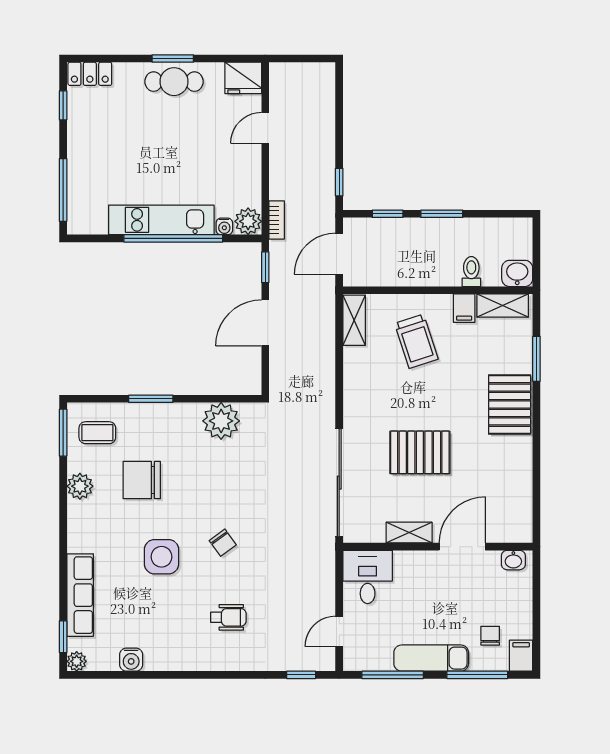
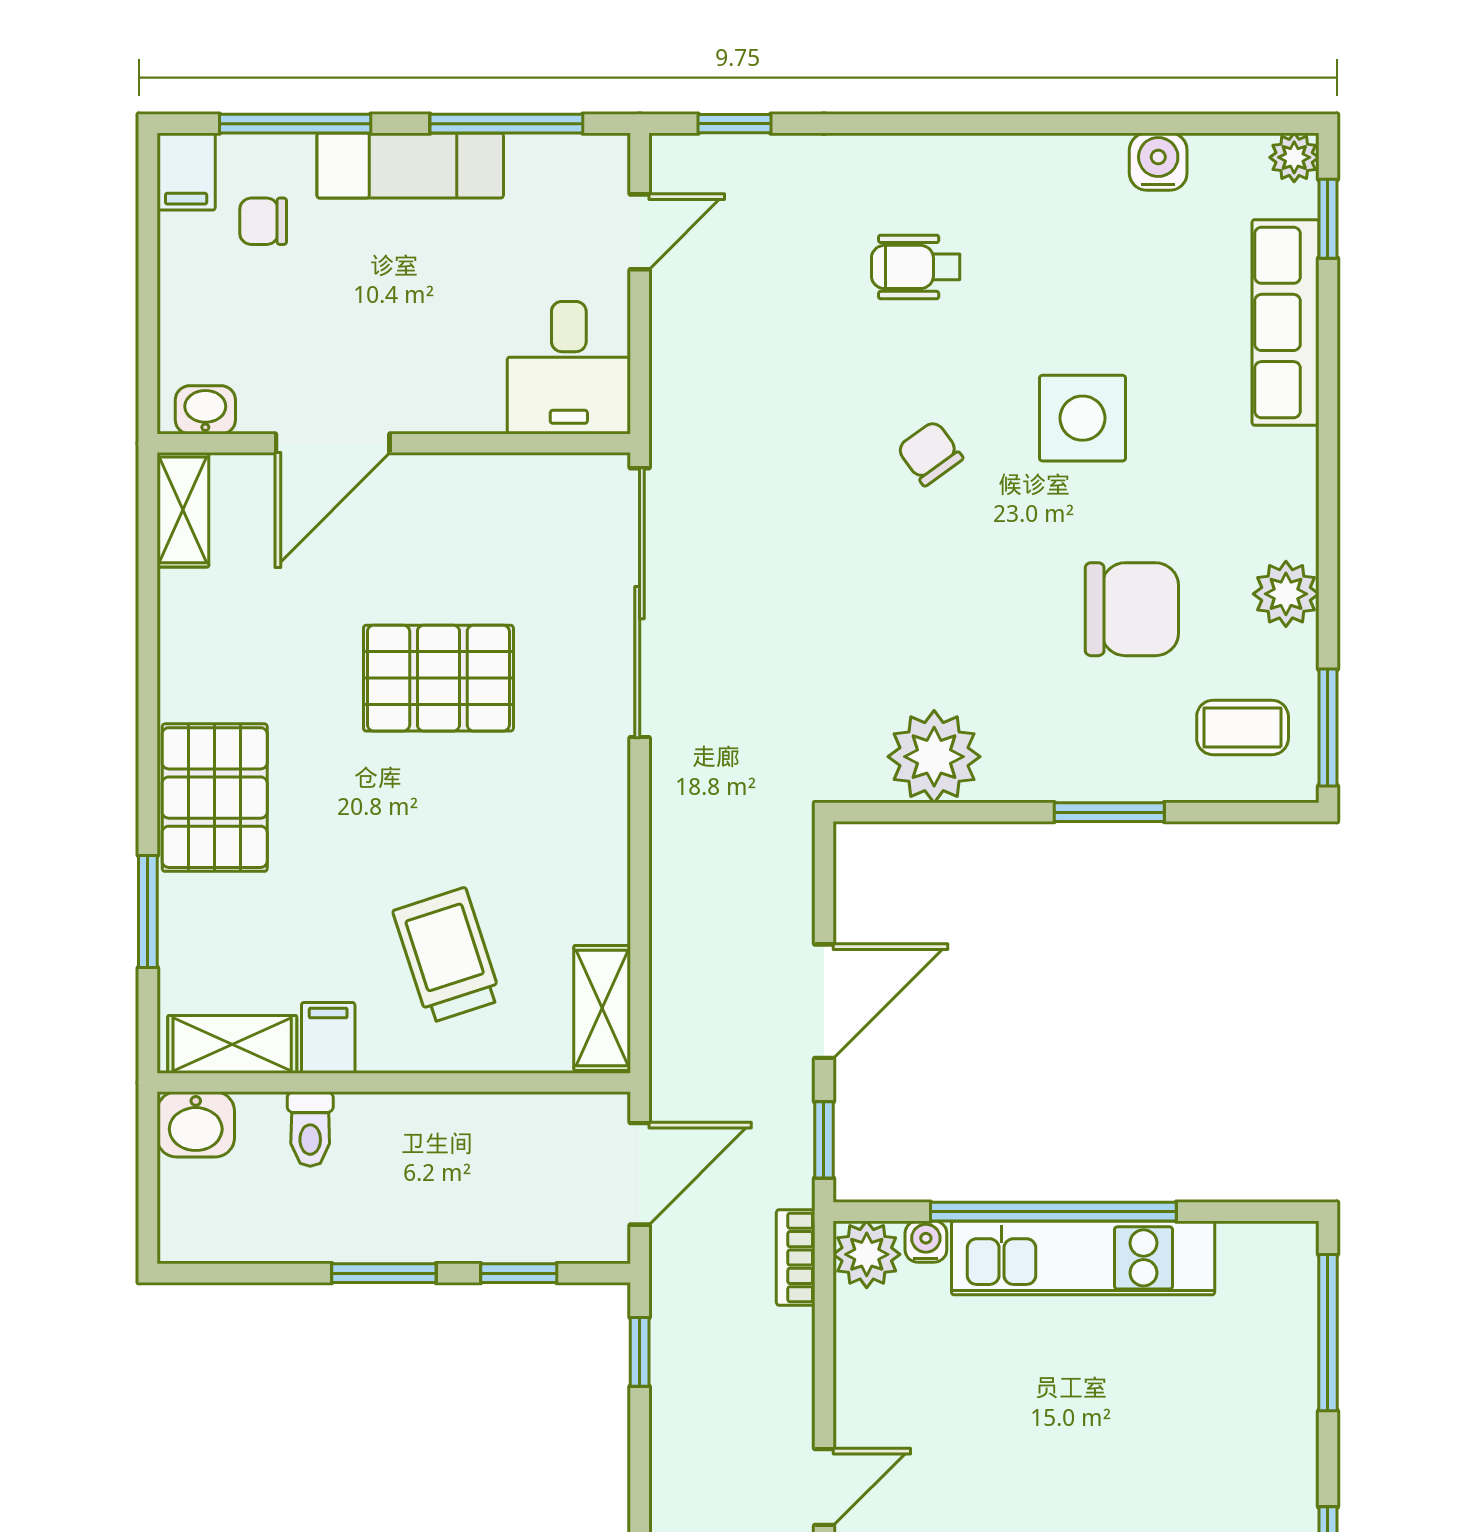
shelving: (409, 533) -> (183, 510), moved, turned 90
chair: (490, 636) -> (263, 221), turned 90

